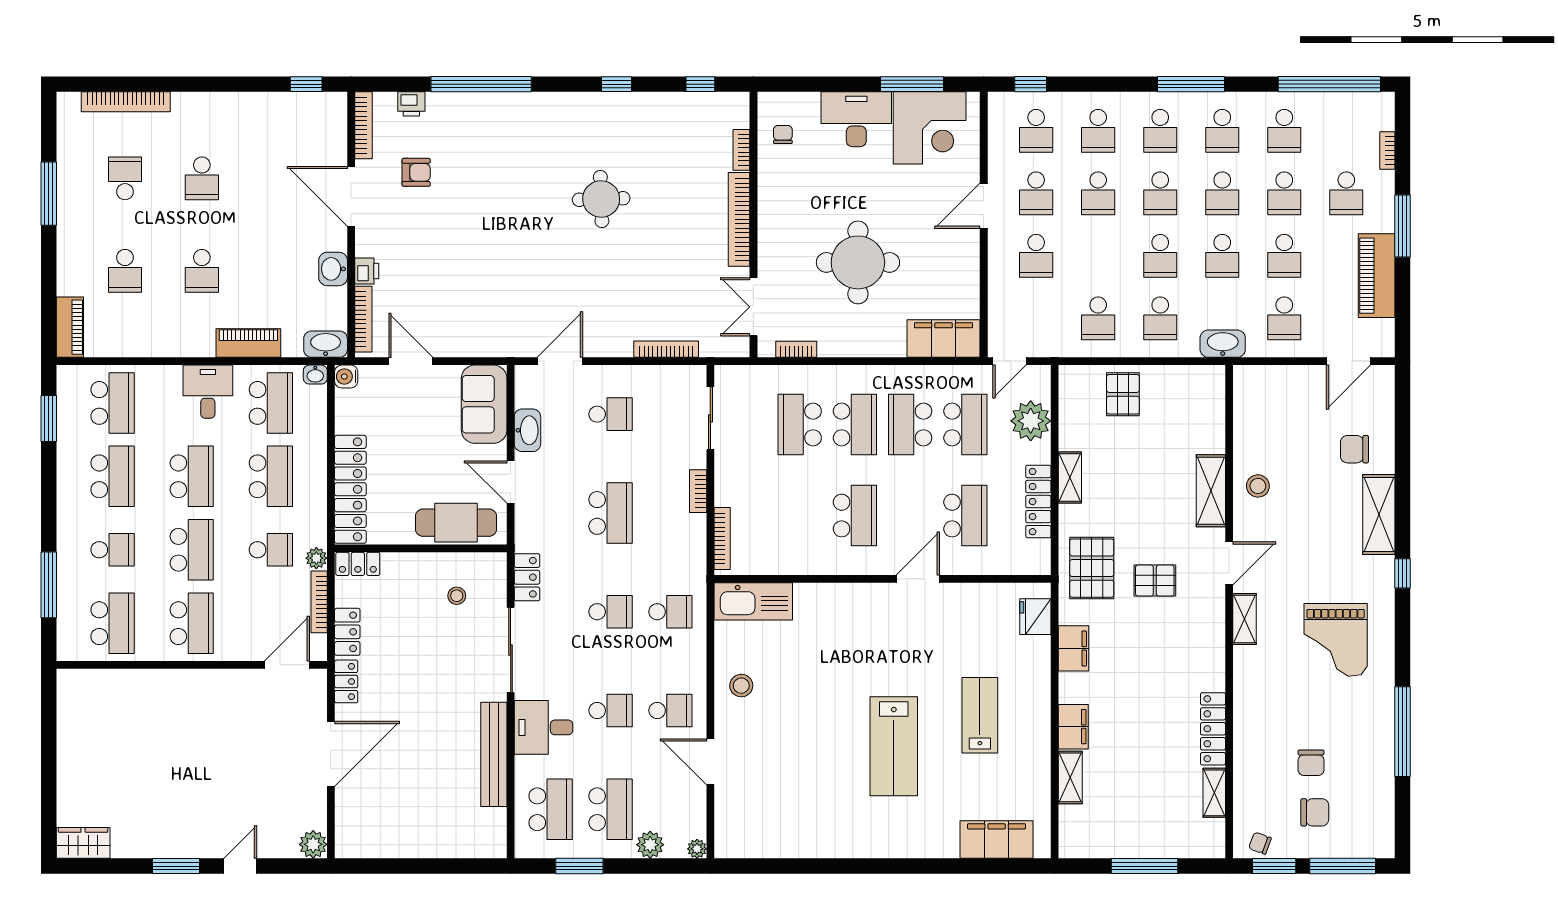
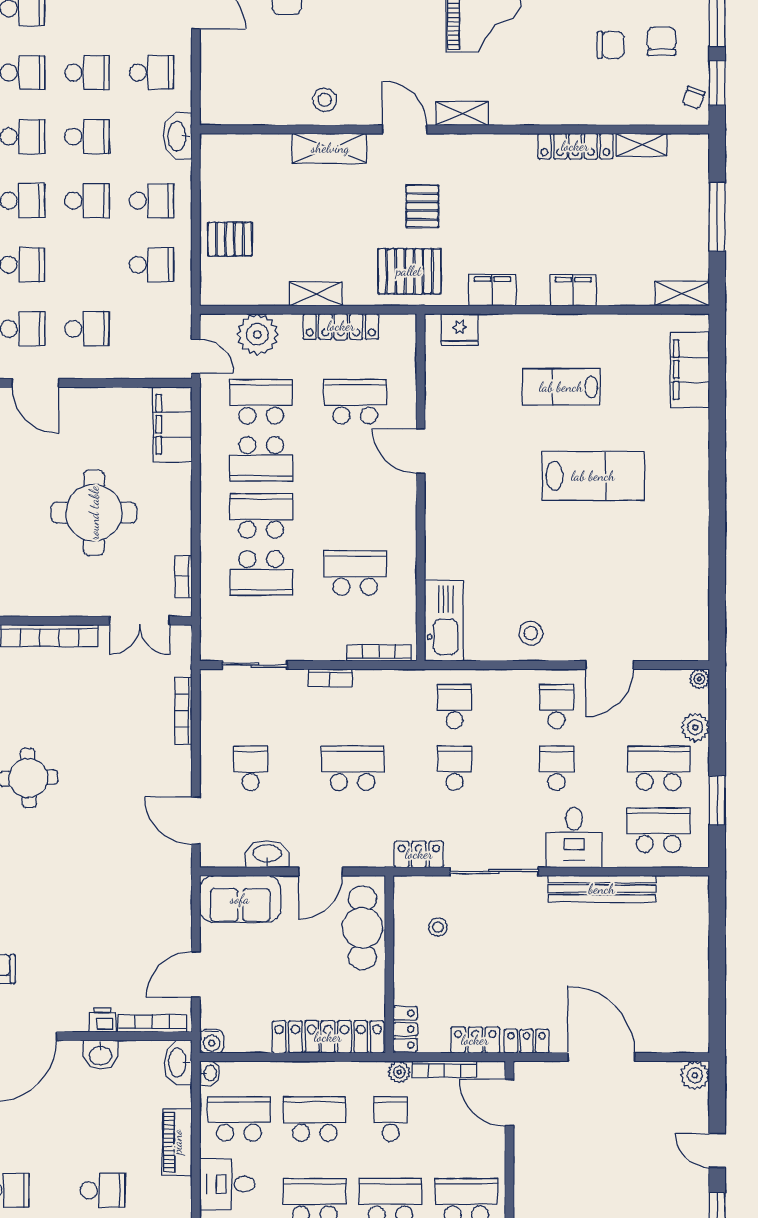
school desk: (855, 516) -> (355, 573), moved
shelving: (1070, 777) -> (682, 294), moved

